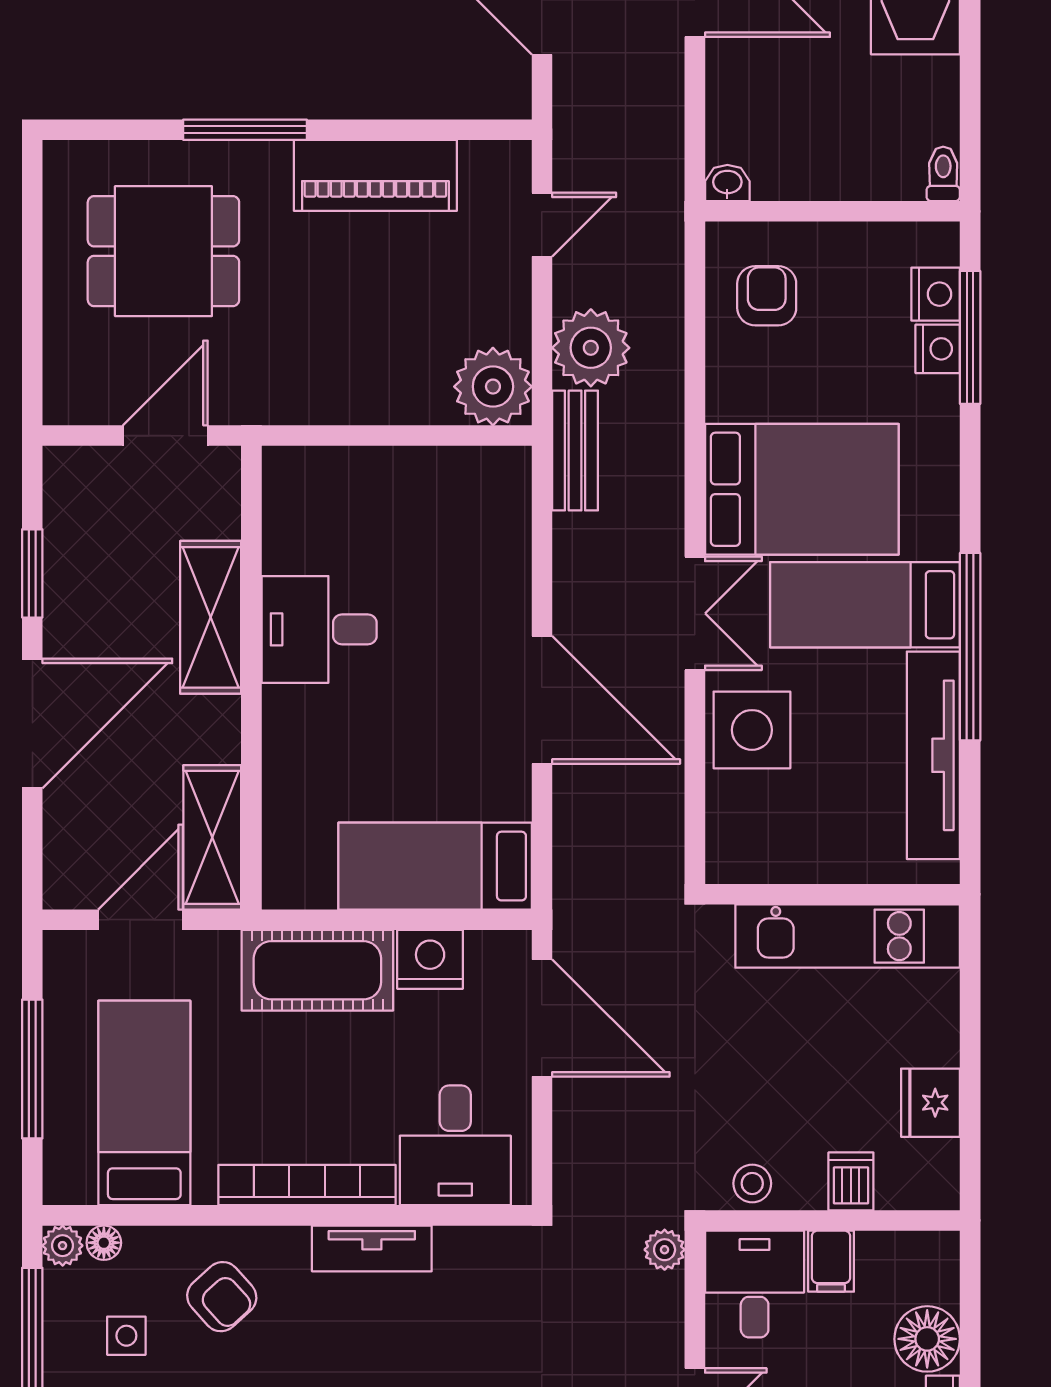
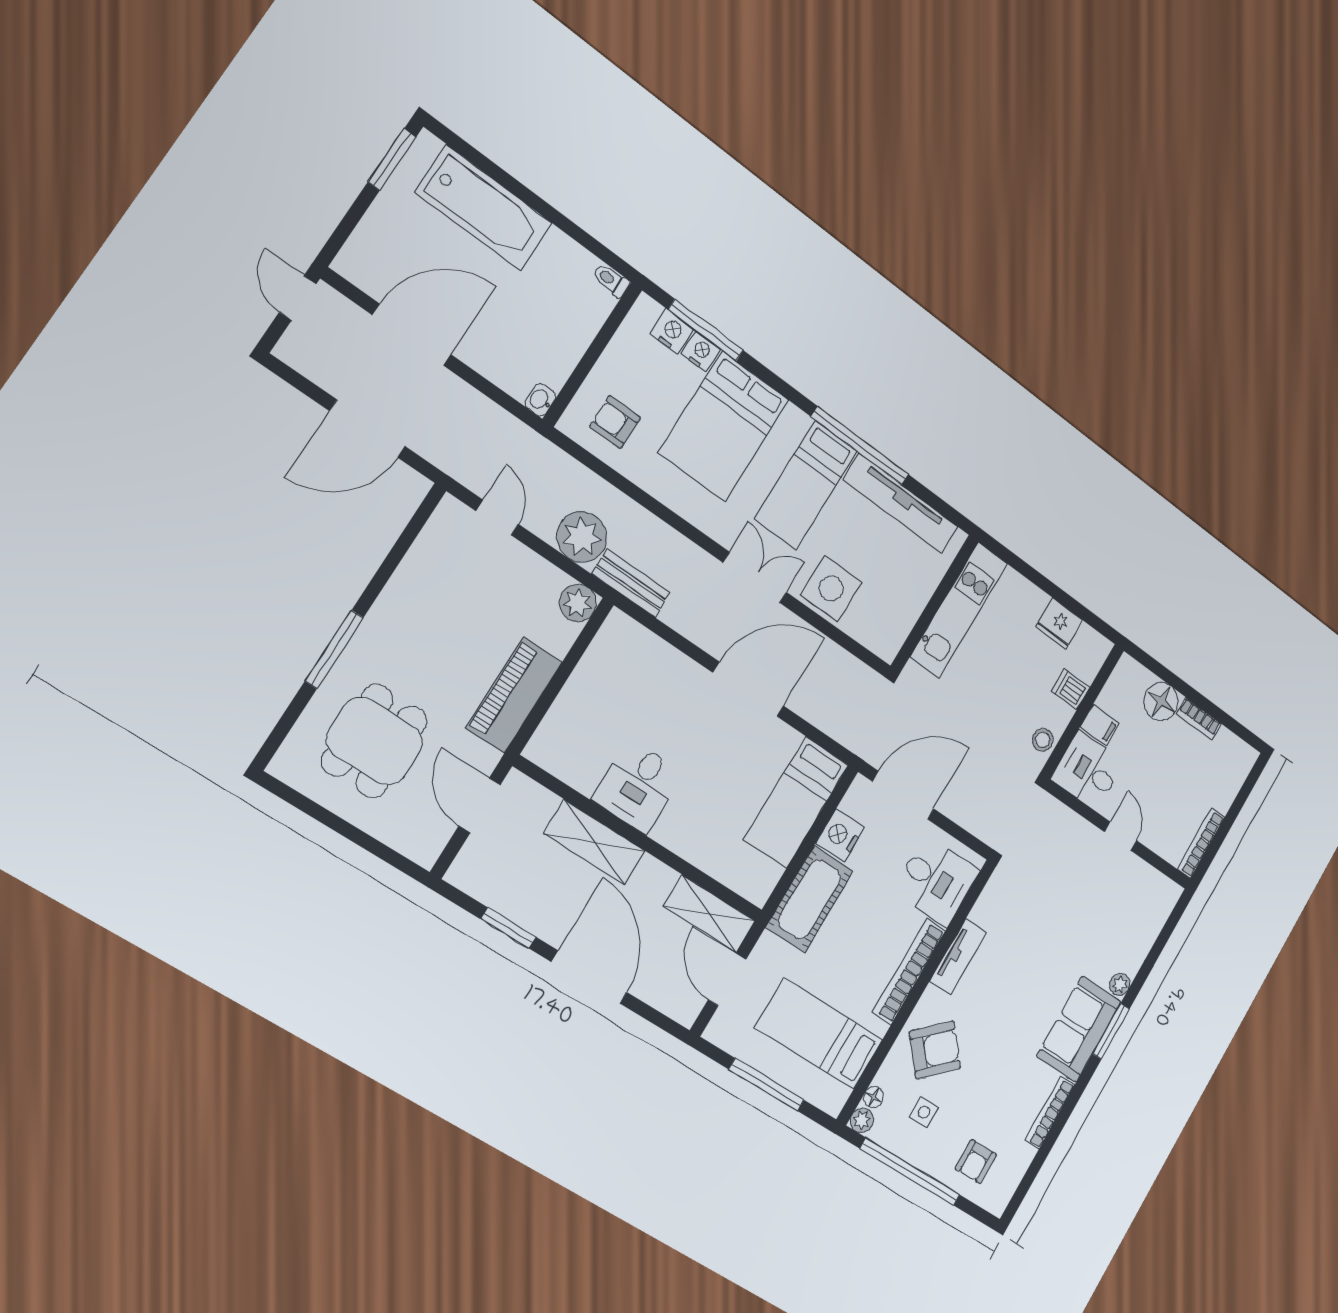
piano: (375, 175) -> (514, 695), moved, turned 180
plant: (493, 387) -> (578, 603), width x0.73, depth x0.73
bed: (802, 489) -> (724, 426), moved, turned 180
plant: (665, 1250) -> (1046, 805), removed
armchair: (222, 1297) -> (935, 1050), width x1.38, depth x1.38

